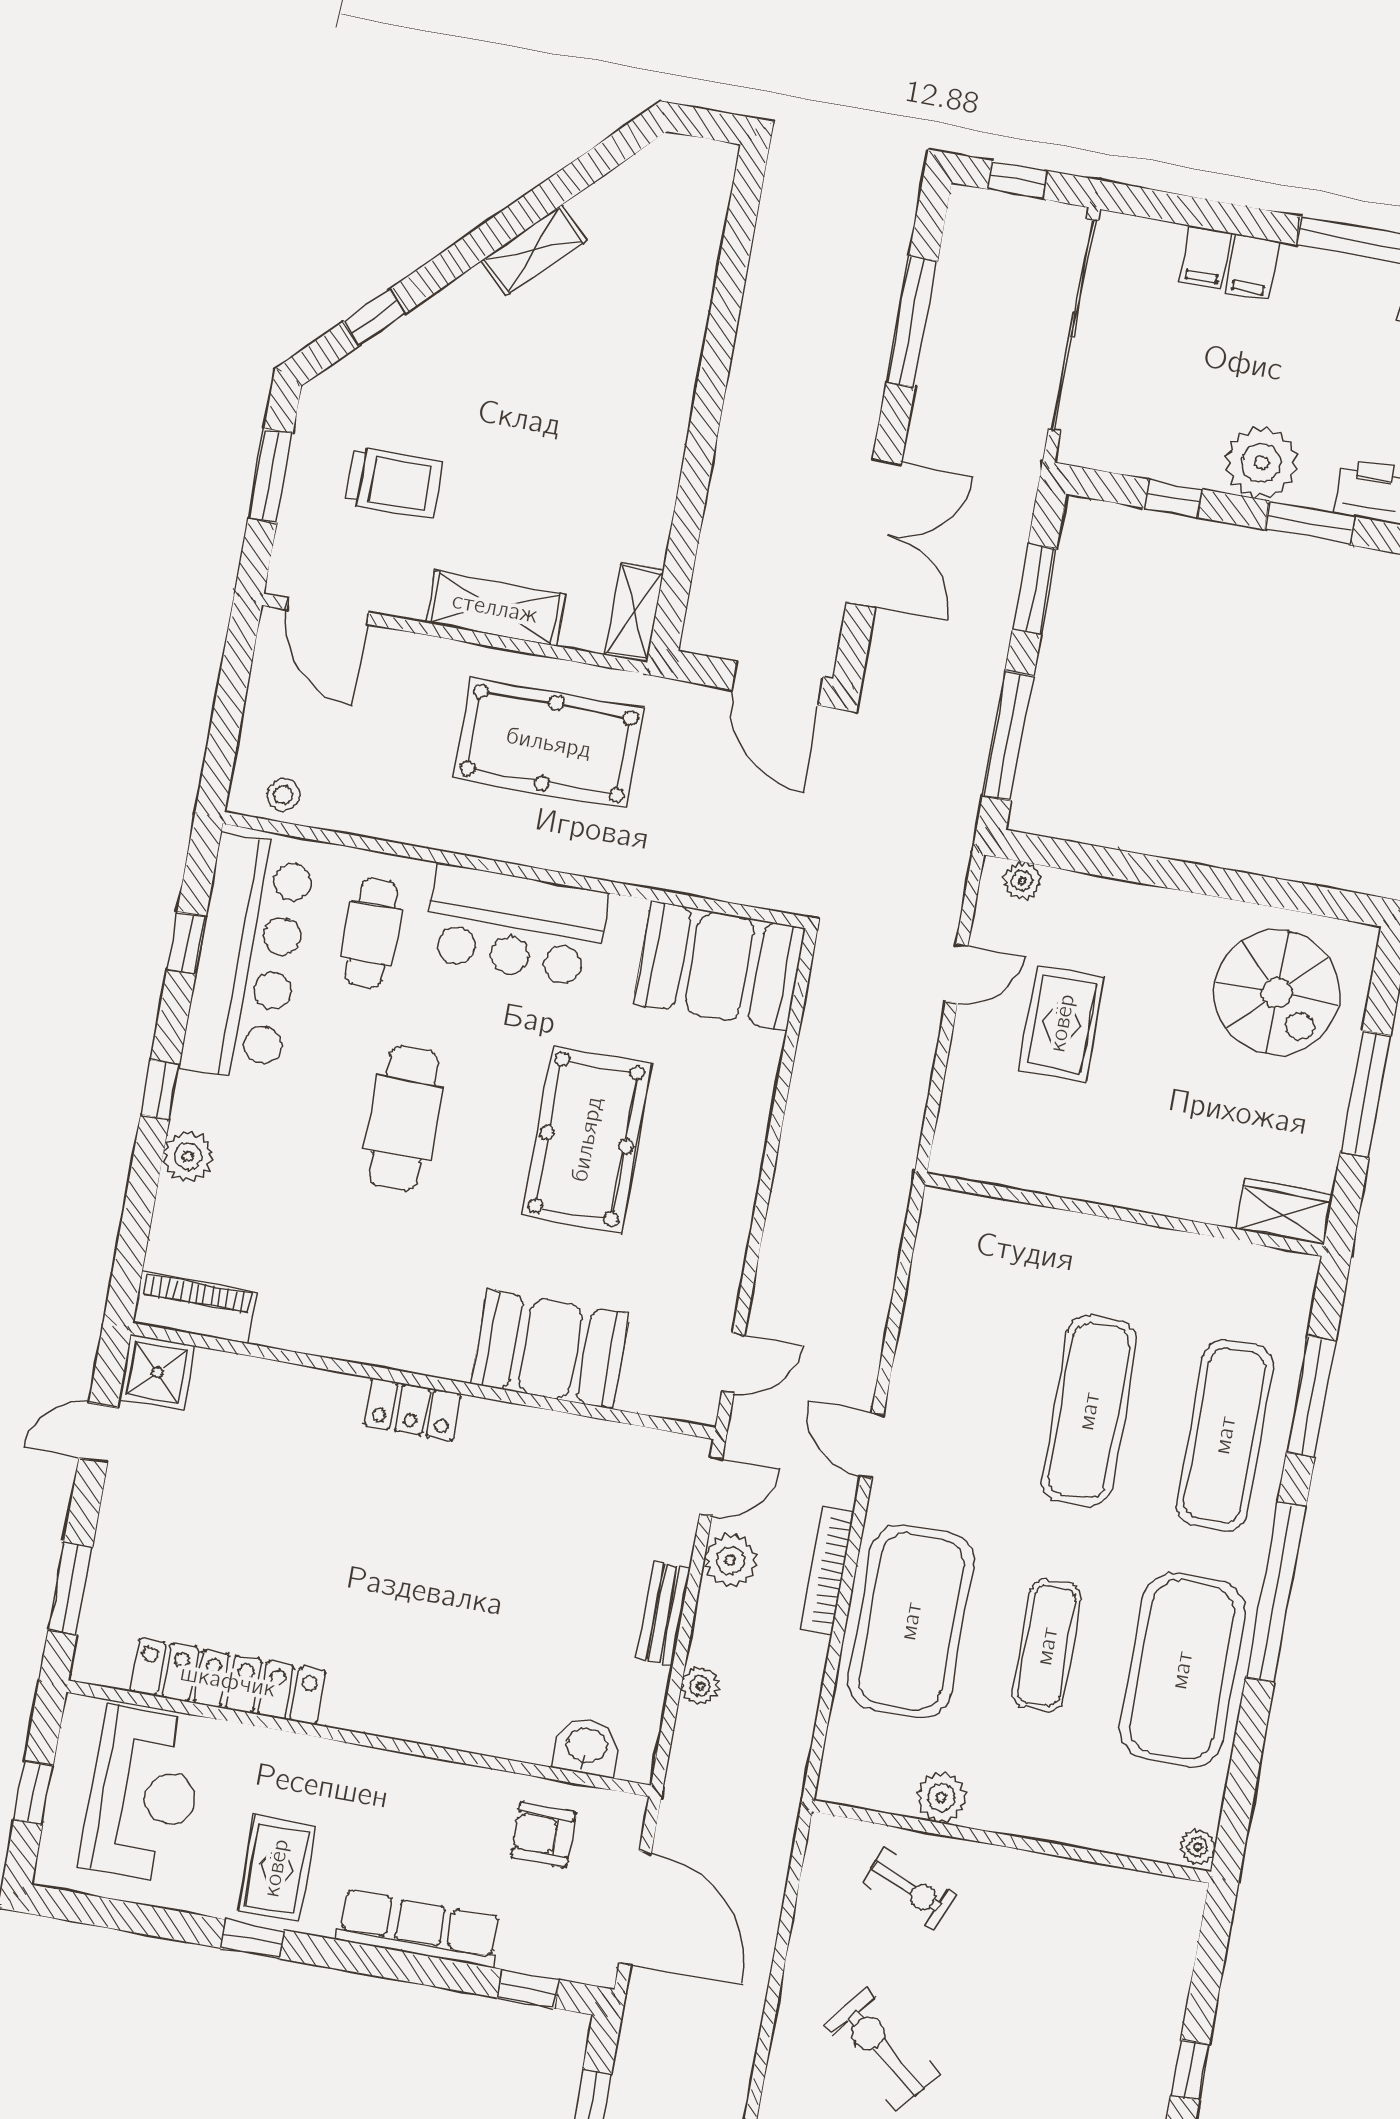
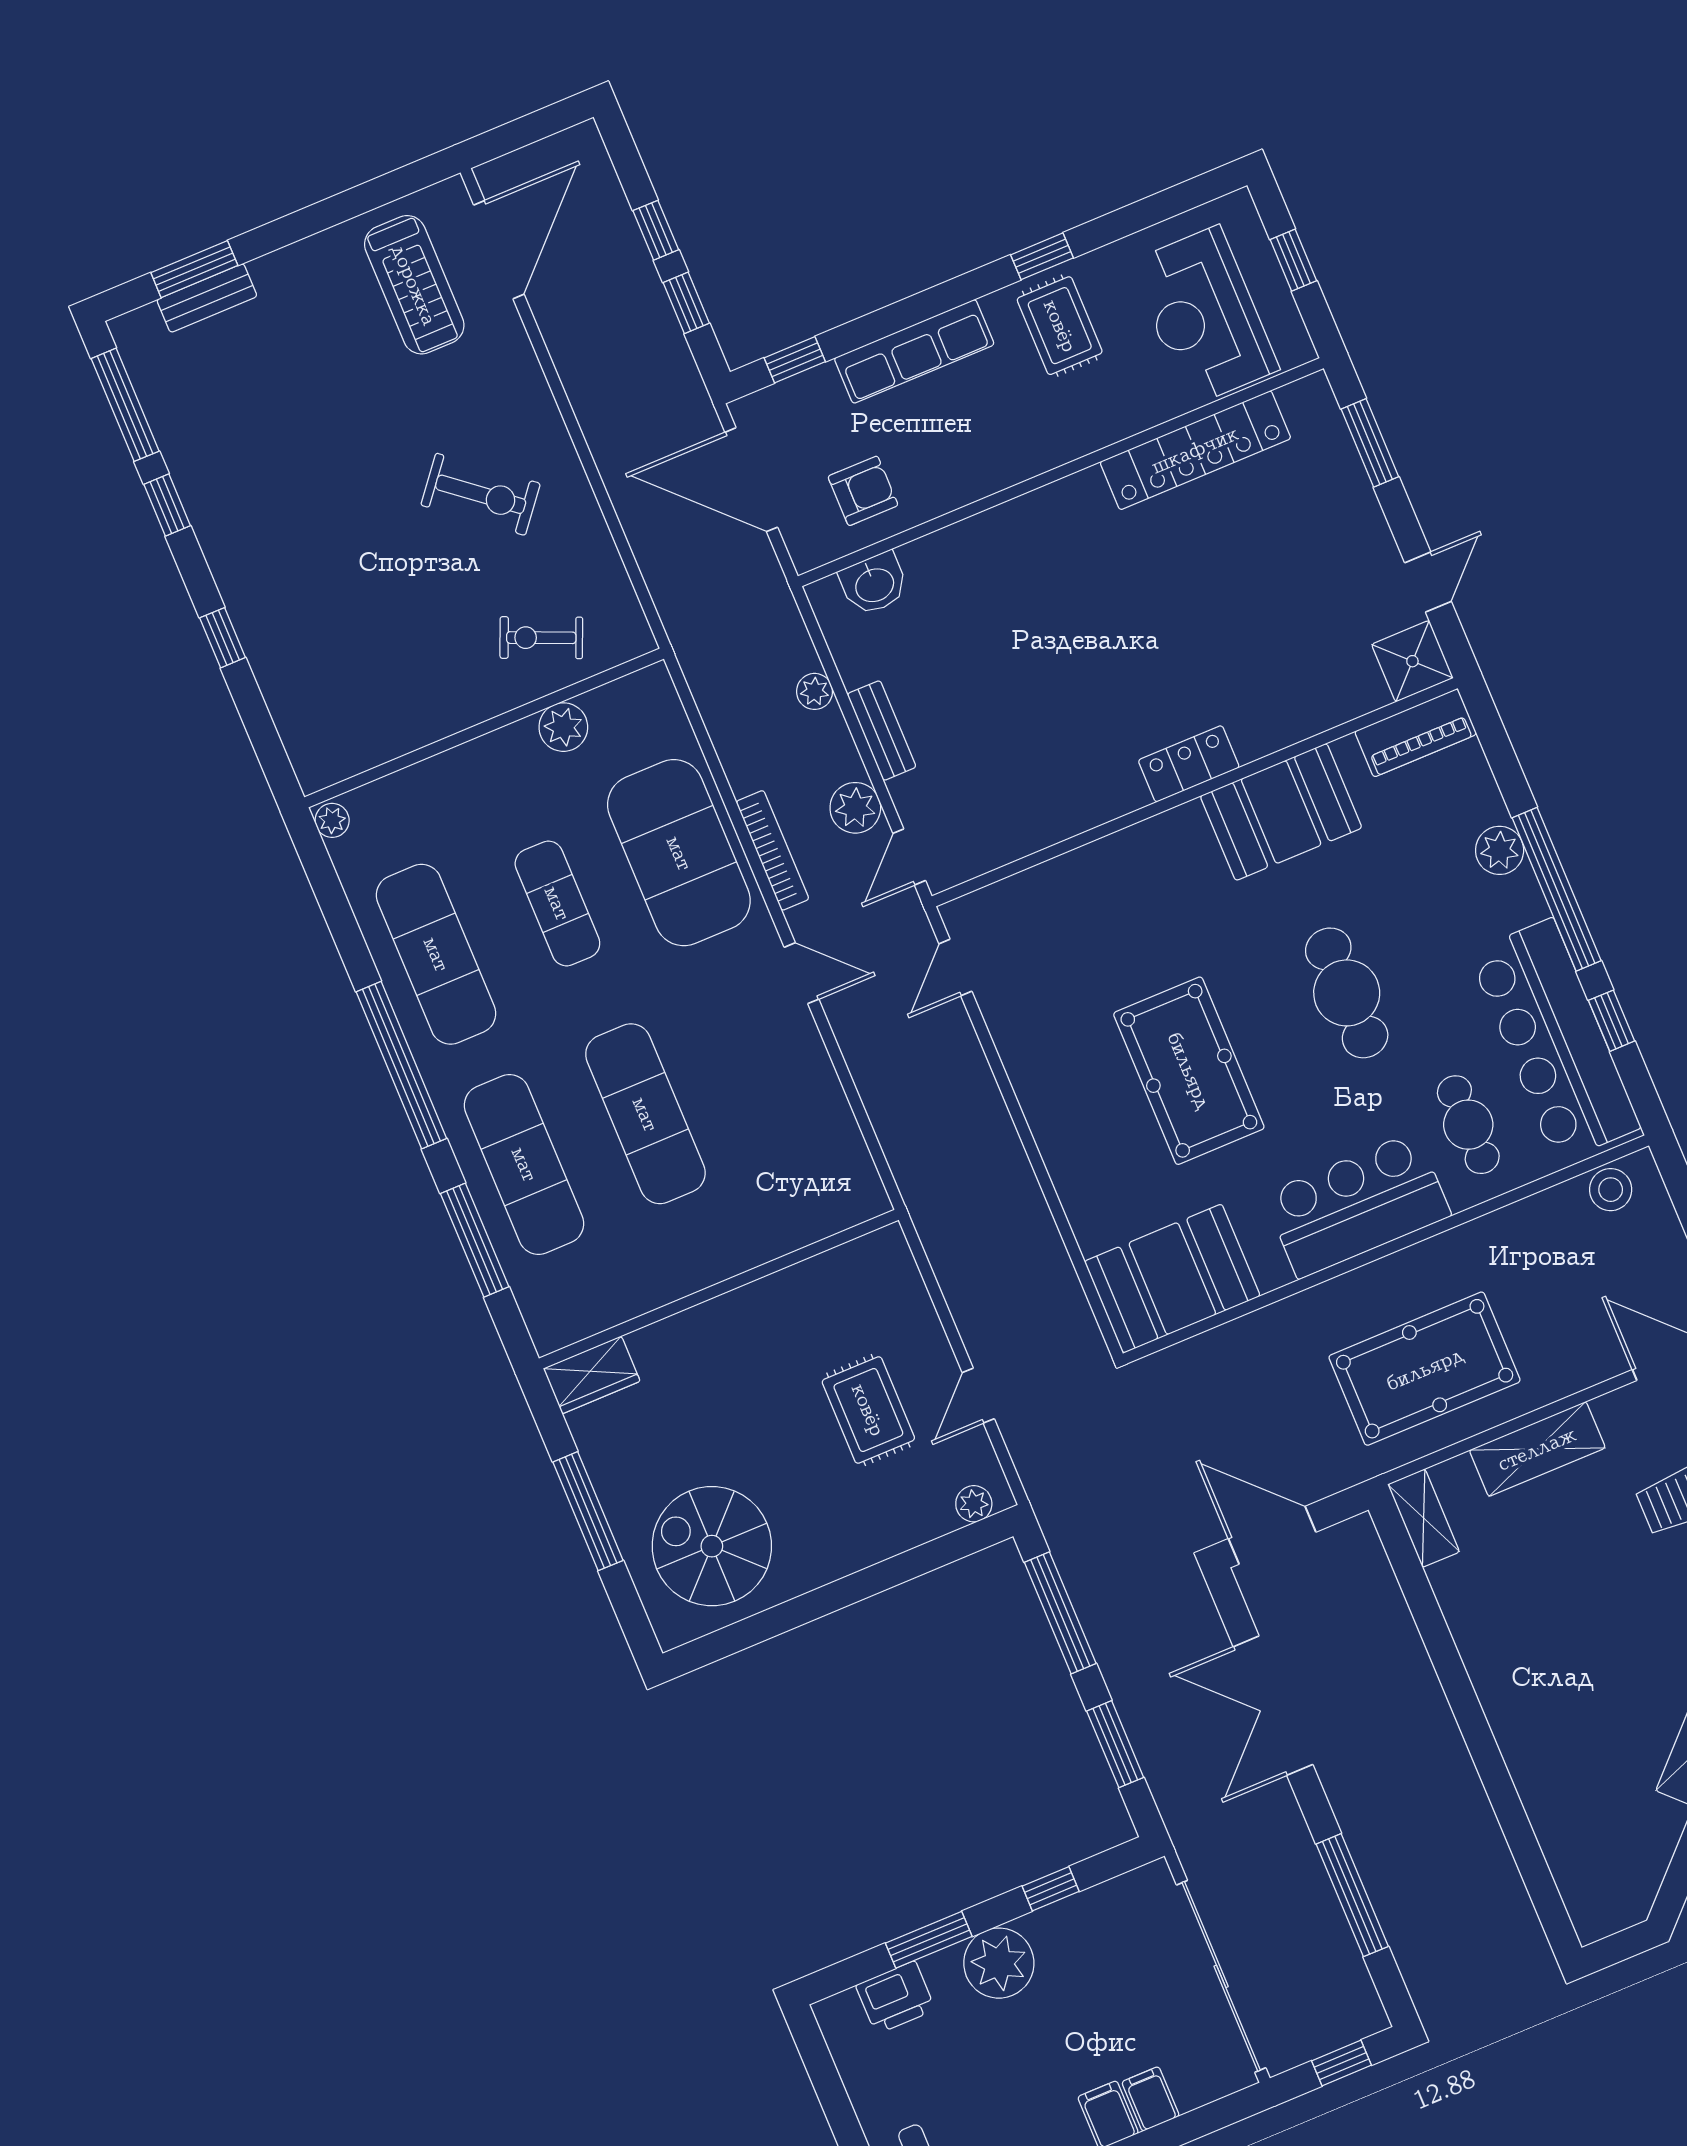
stool: (283, 795) -> (1611, 1190), width x1.37, depth x1.37
window: (160, 1090) -> (1557, 889), width x3.17
booth: (550, 1349) -> (1281, 812), moved
exercise mat: (1182, 1670) -> (436, 954), width x0.68

